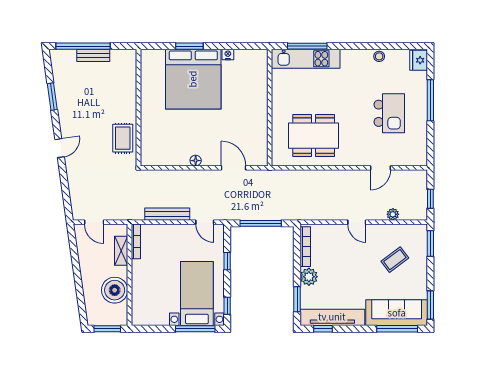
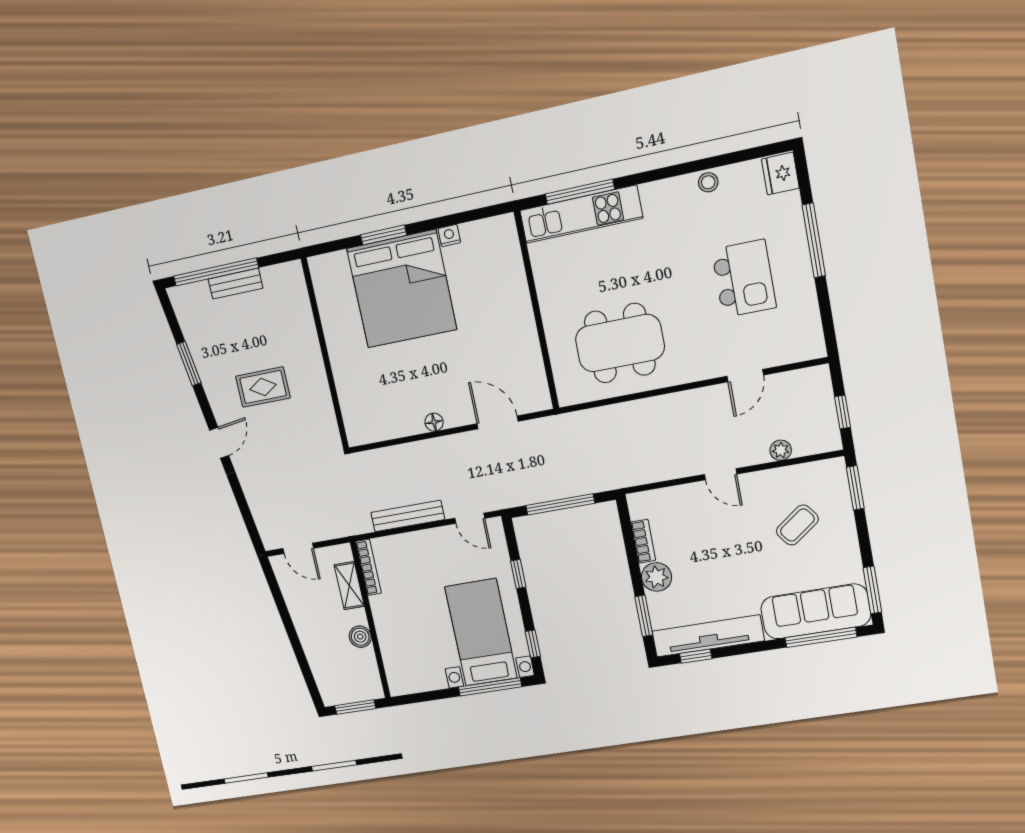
rug: (123, 138) -> (263, 387), moved, turned 90
bookcase: (305, 247) -> (643, 541), width x0.64
boiler: (115, 290) -> (360, 637), width x0.54, depth x0.54

